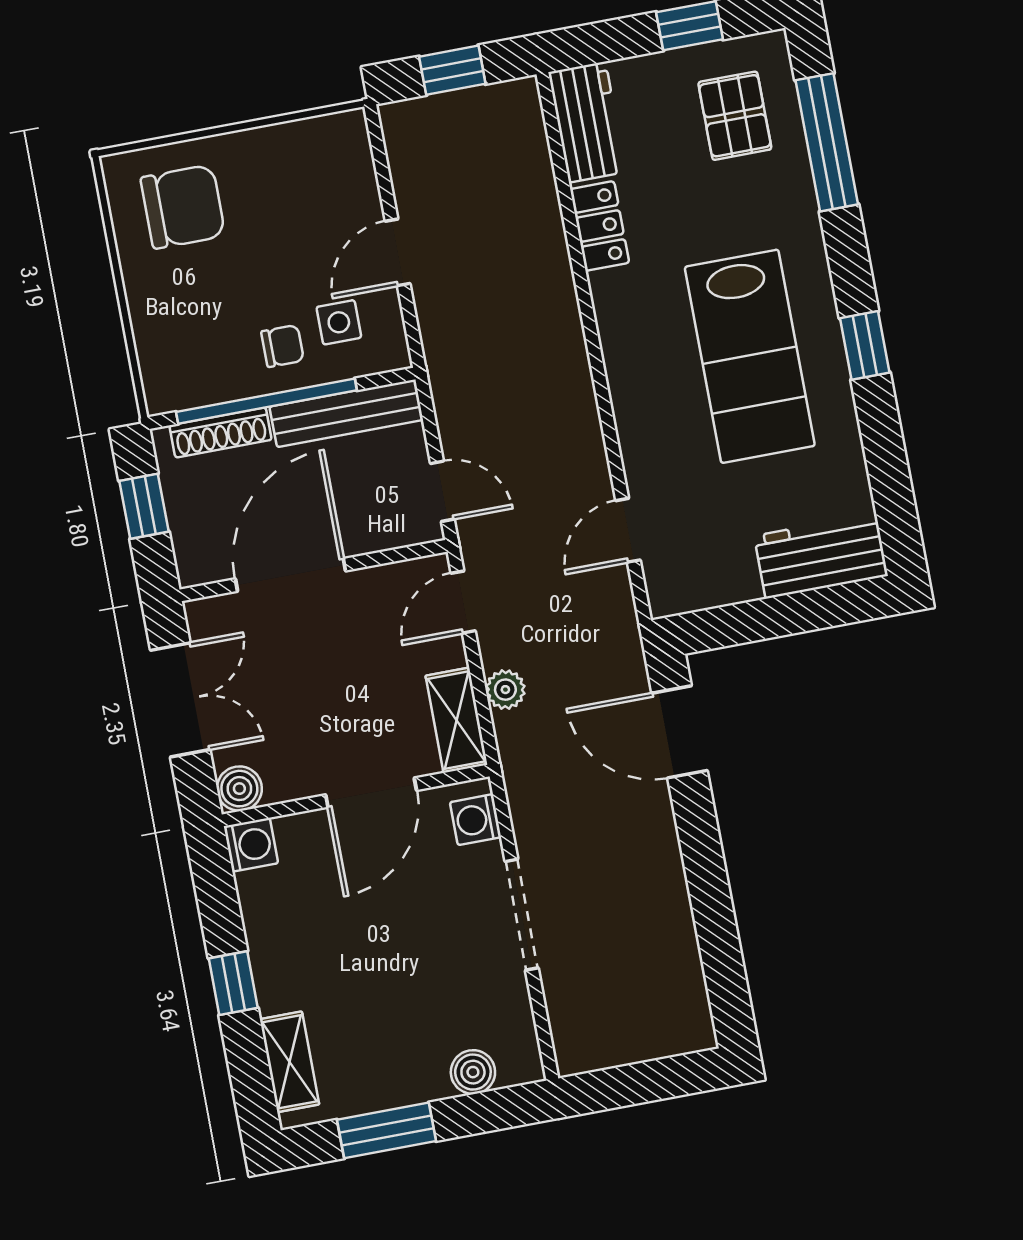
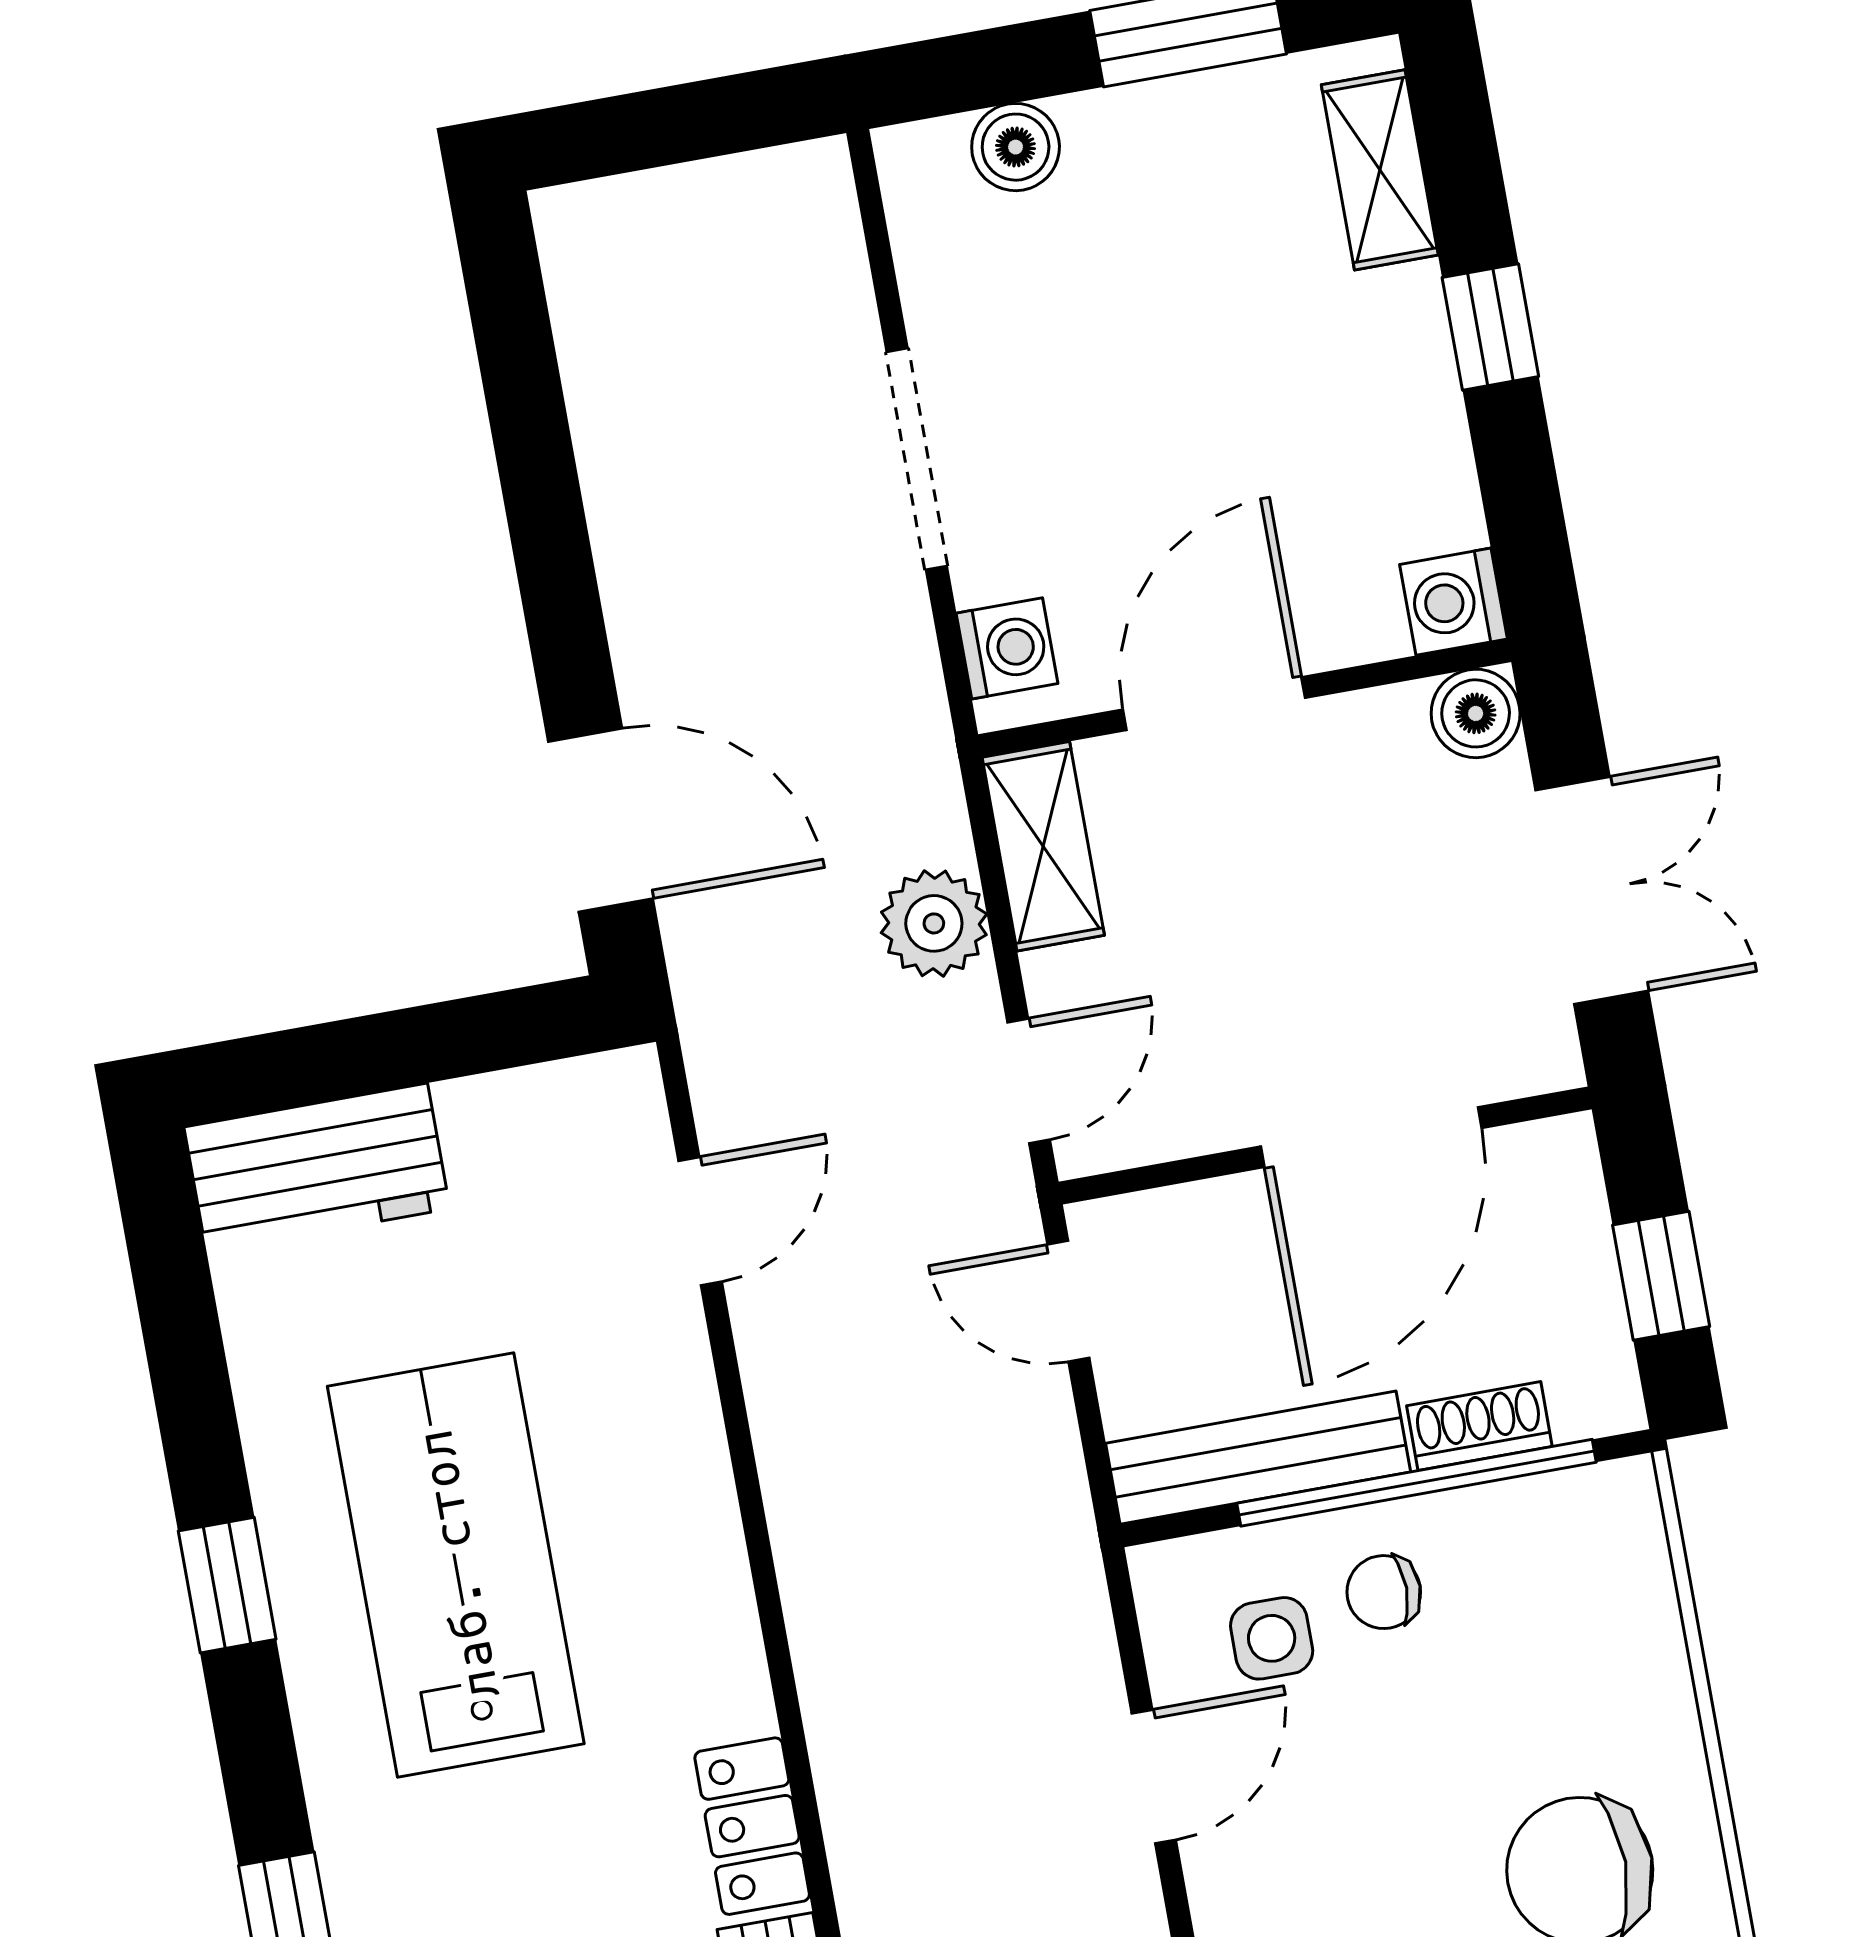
shoe rack: (221, 433) -> (1479, 1426), width x0.70
plant: (505, 690) -> (934, 923), width x1.38, depth x1.38
double door: (180, 700) -> (1592, 890), swing flipped

